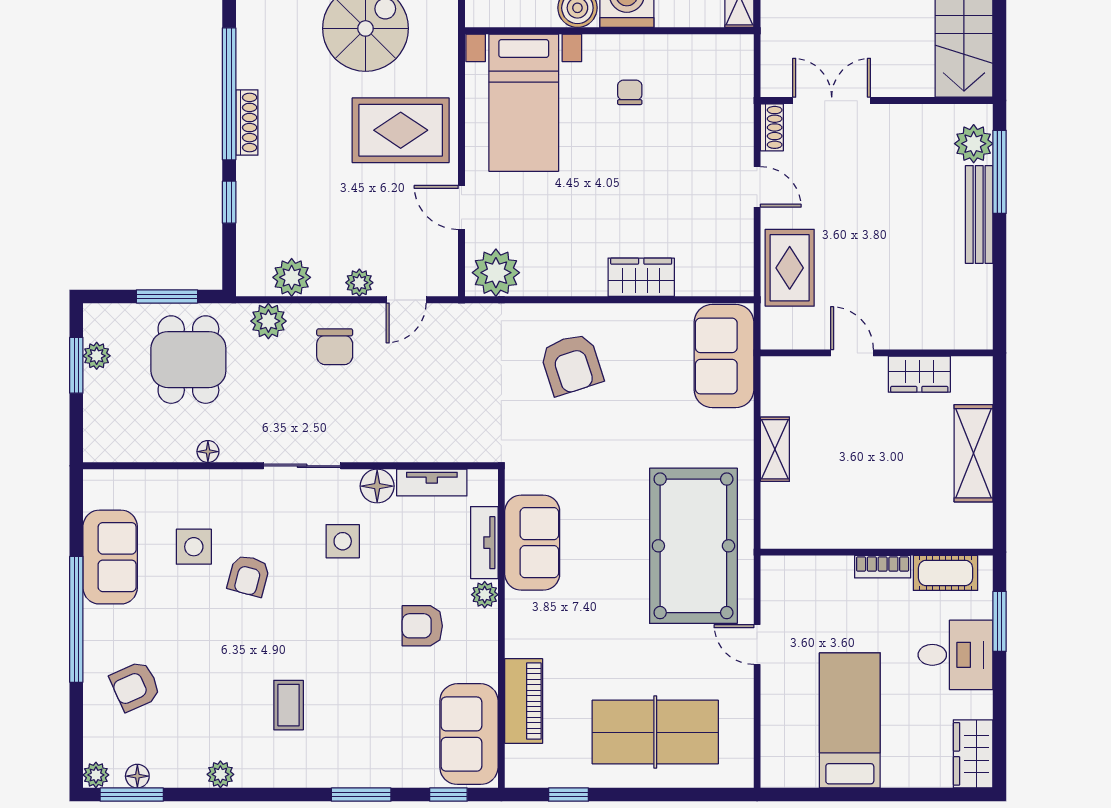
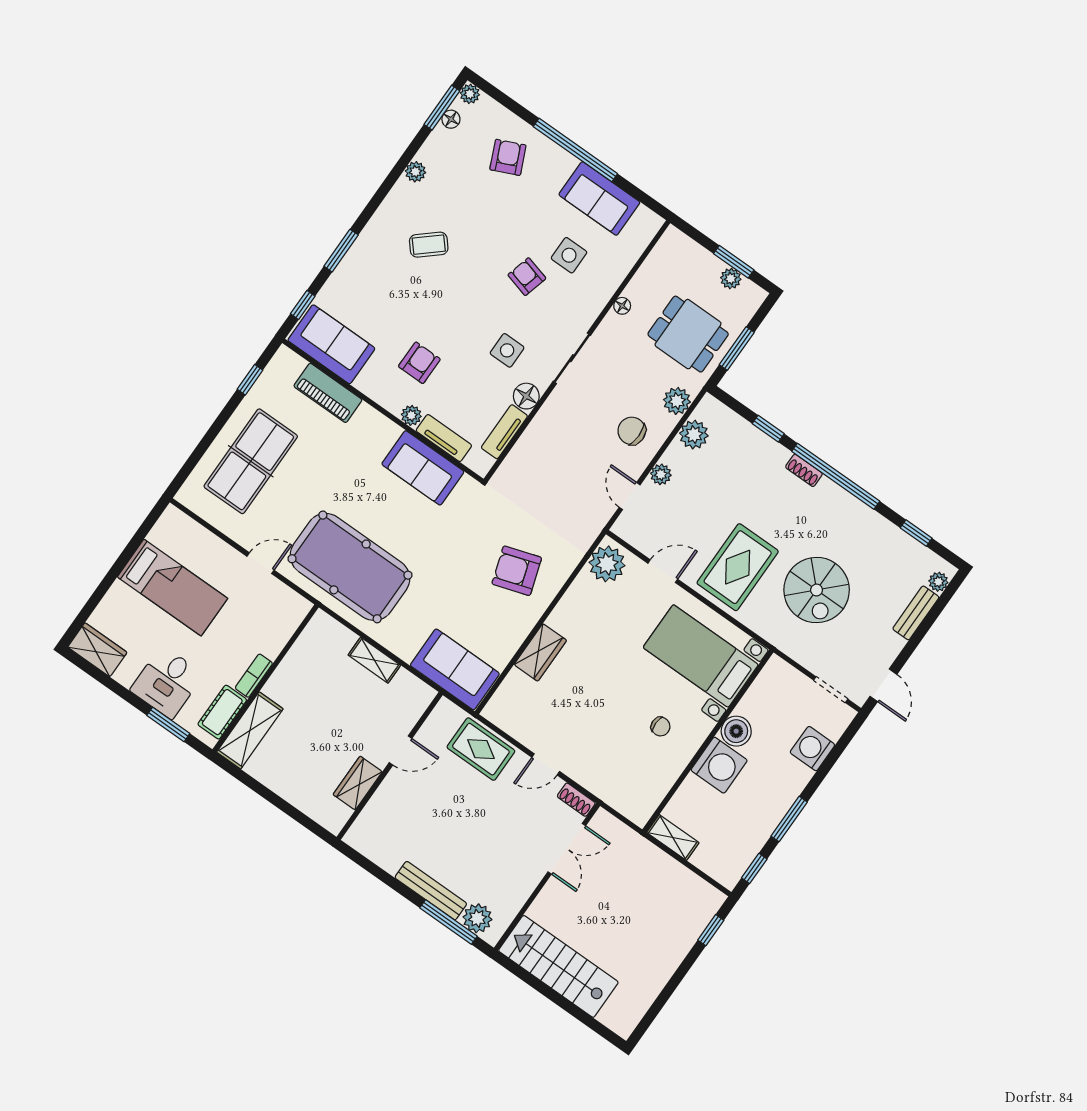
shoe rack: (247, 123) -> (804, 470), width x0.70
shelving: (973, 453) -> (250, 730), moved, turned 90
coffee table: (289, 705) -> (429, 245), turned -41

